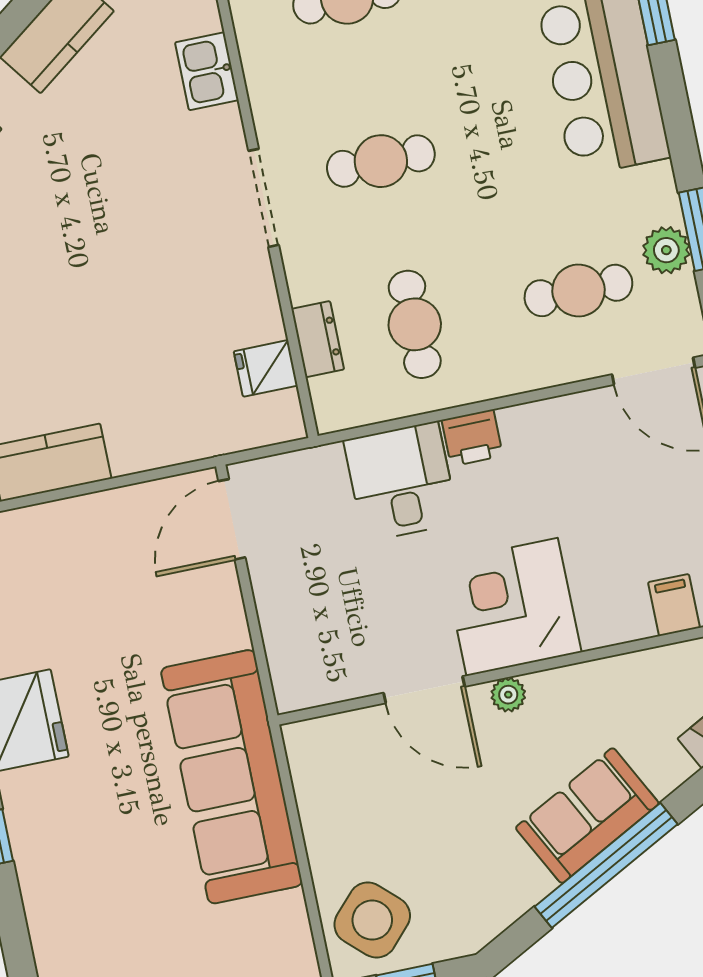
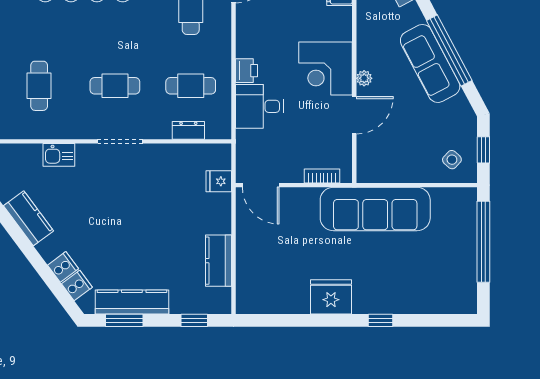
cafe table: (381, 161) -> (115, 86), turned 90
fridge: (266, 368) -> (219, 181), moved, turned 90
bookcase: (279, 647) -> (322, 176), added
sofa: (587, 816) -> (430, 63), width x1.36
side table: (372, 920) -> (452, 160), width x0.54, depth x0.54

